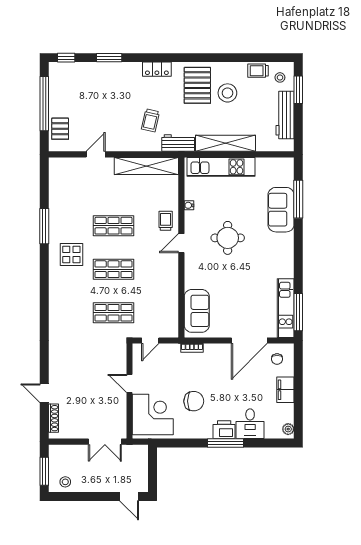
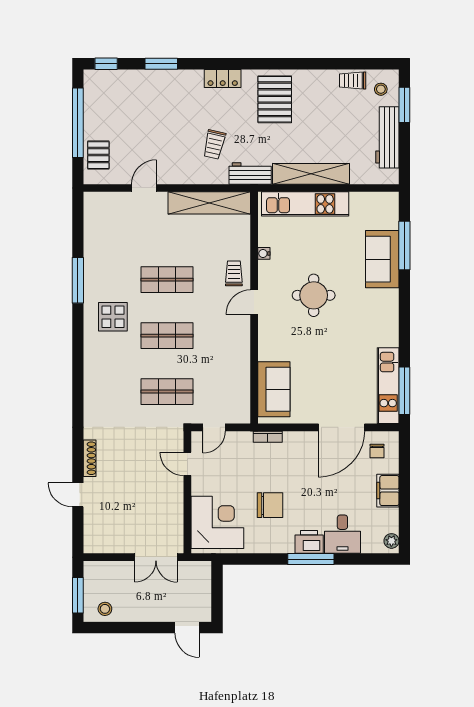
stool: (227, 93) -> (313, 109), removed
door: (129, 384) -> (187, 464), moved
shoe rack: (53, 418) -> (90, 458), moved

